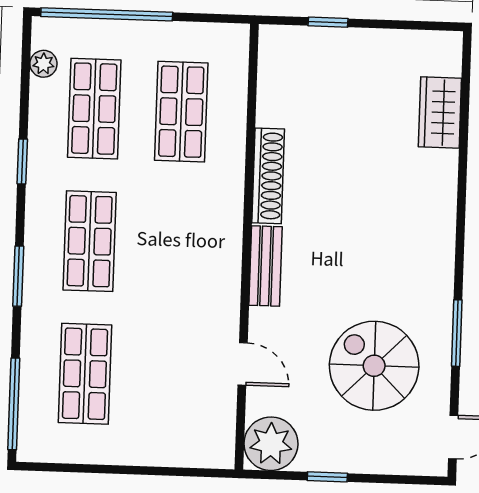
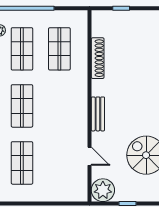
shoe rack: (268, 176) -> (98, 58), moved

